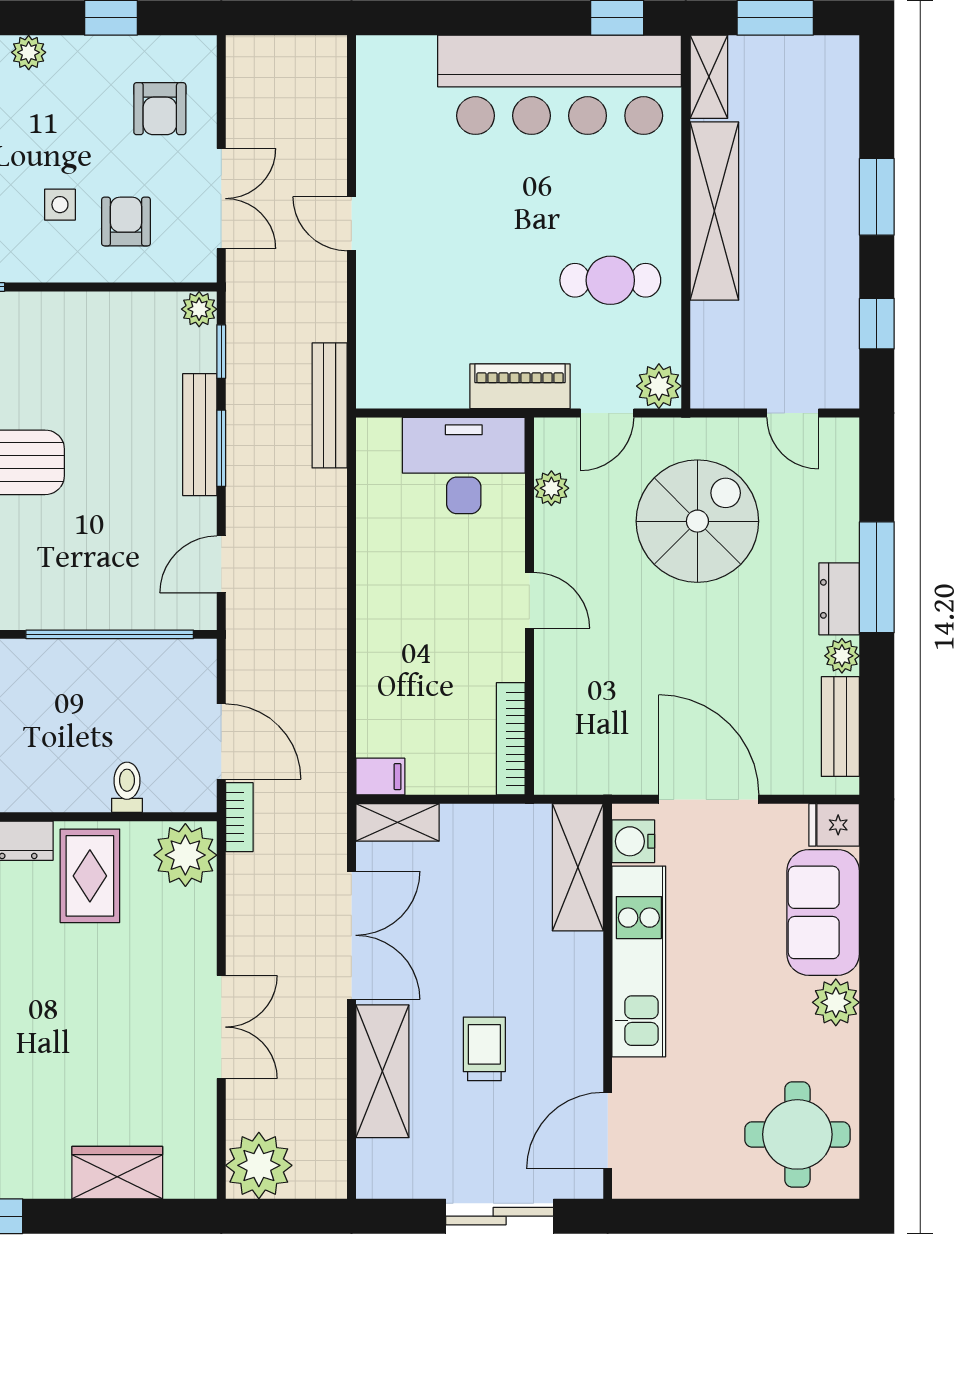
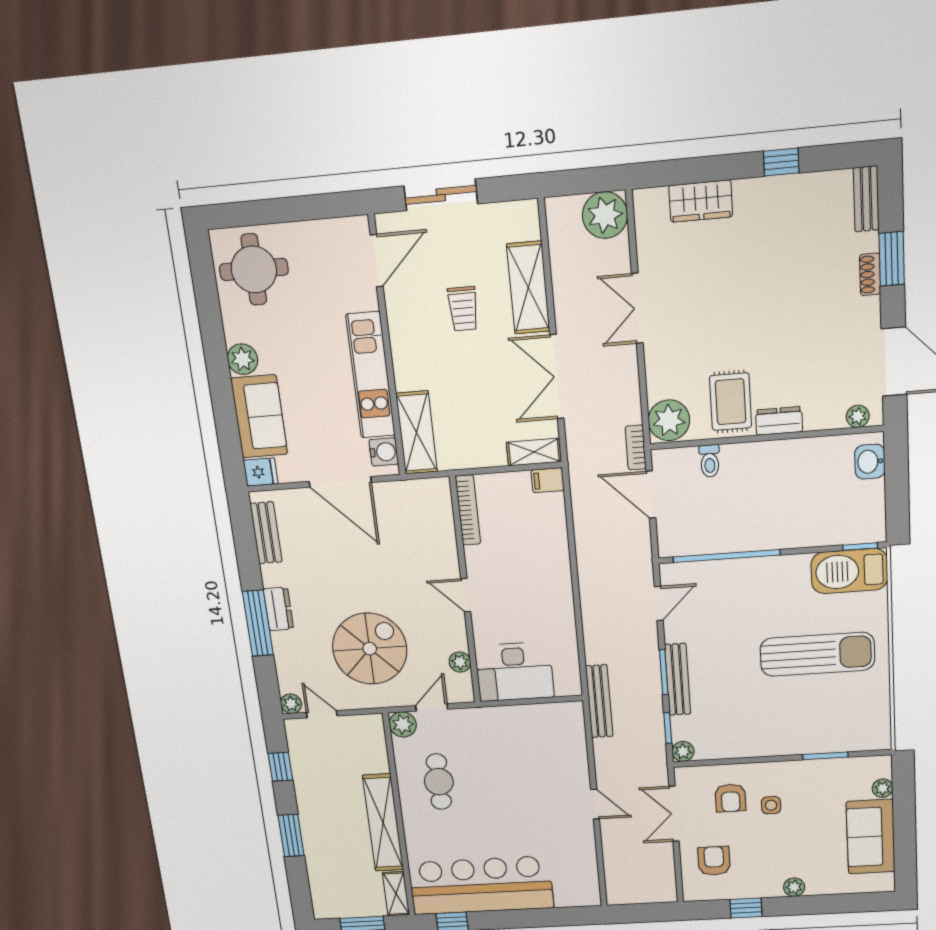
cafe table: (610, 280) -> (439, 782), turned 90
piano: (520, 386) -> (485, 719), removed
spiral stairs: (697, 521) -> (370, 649), turned 180
plant: (842, 656) -> (291, 704), moved

